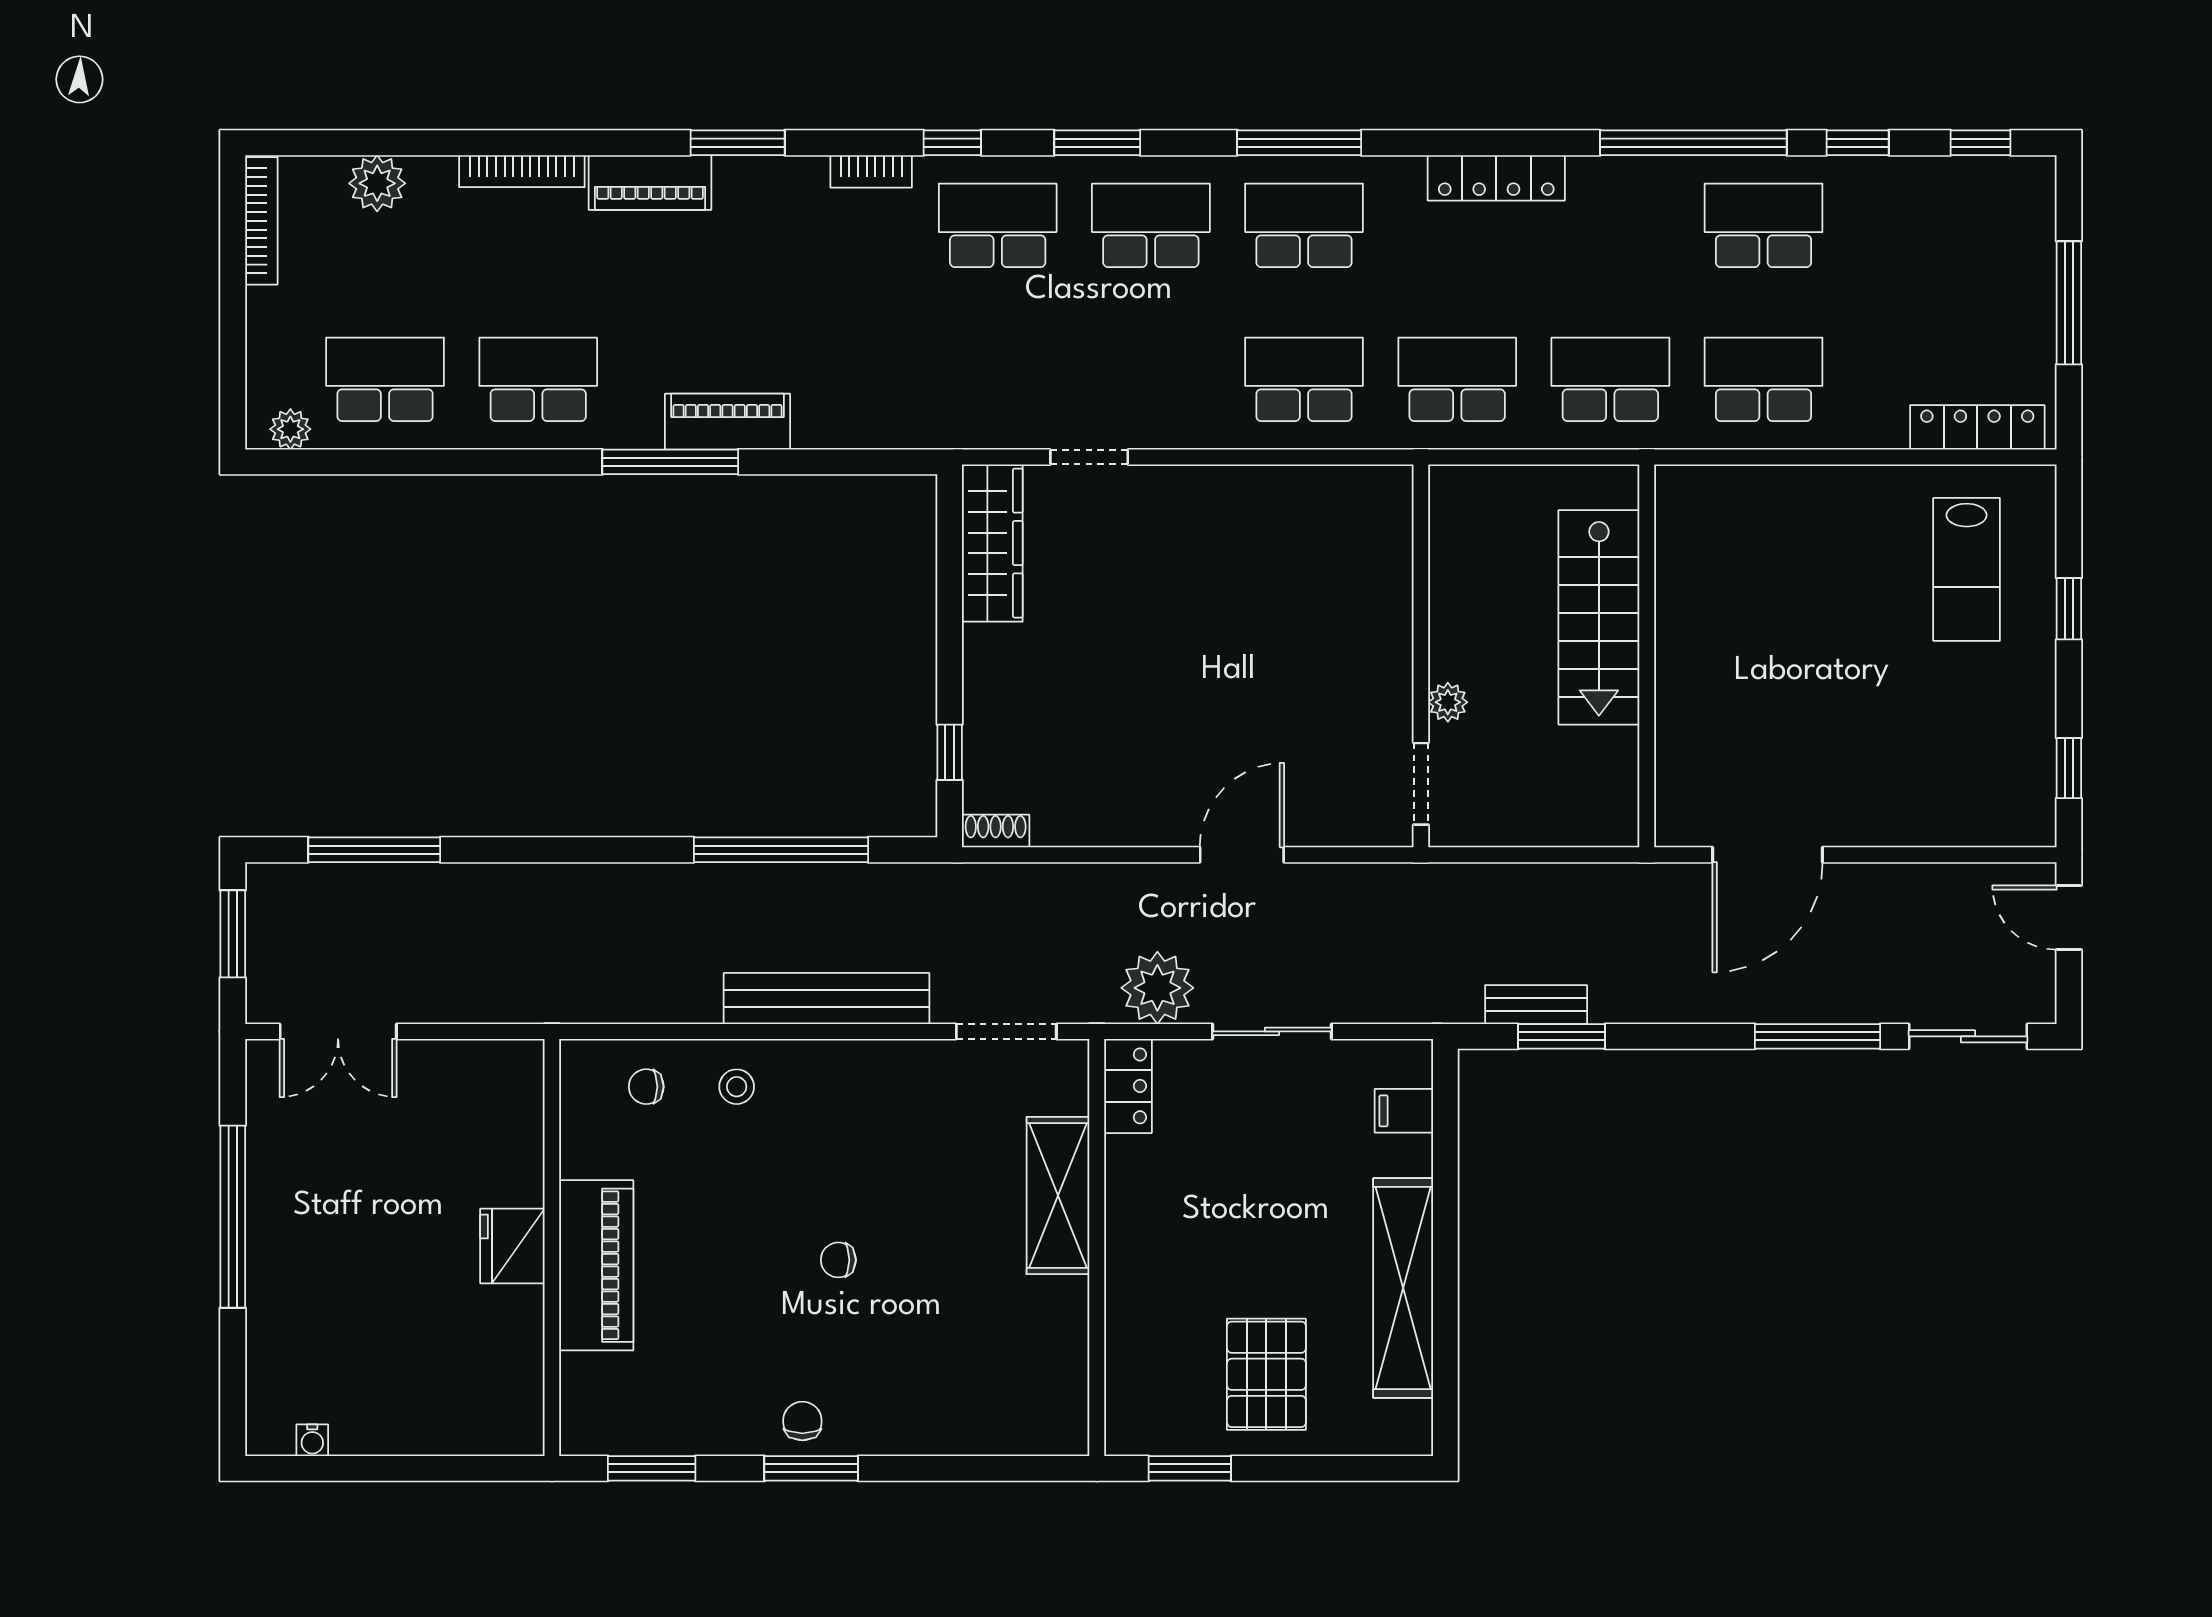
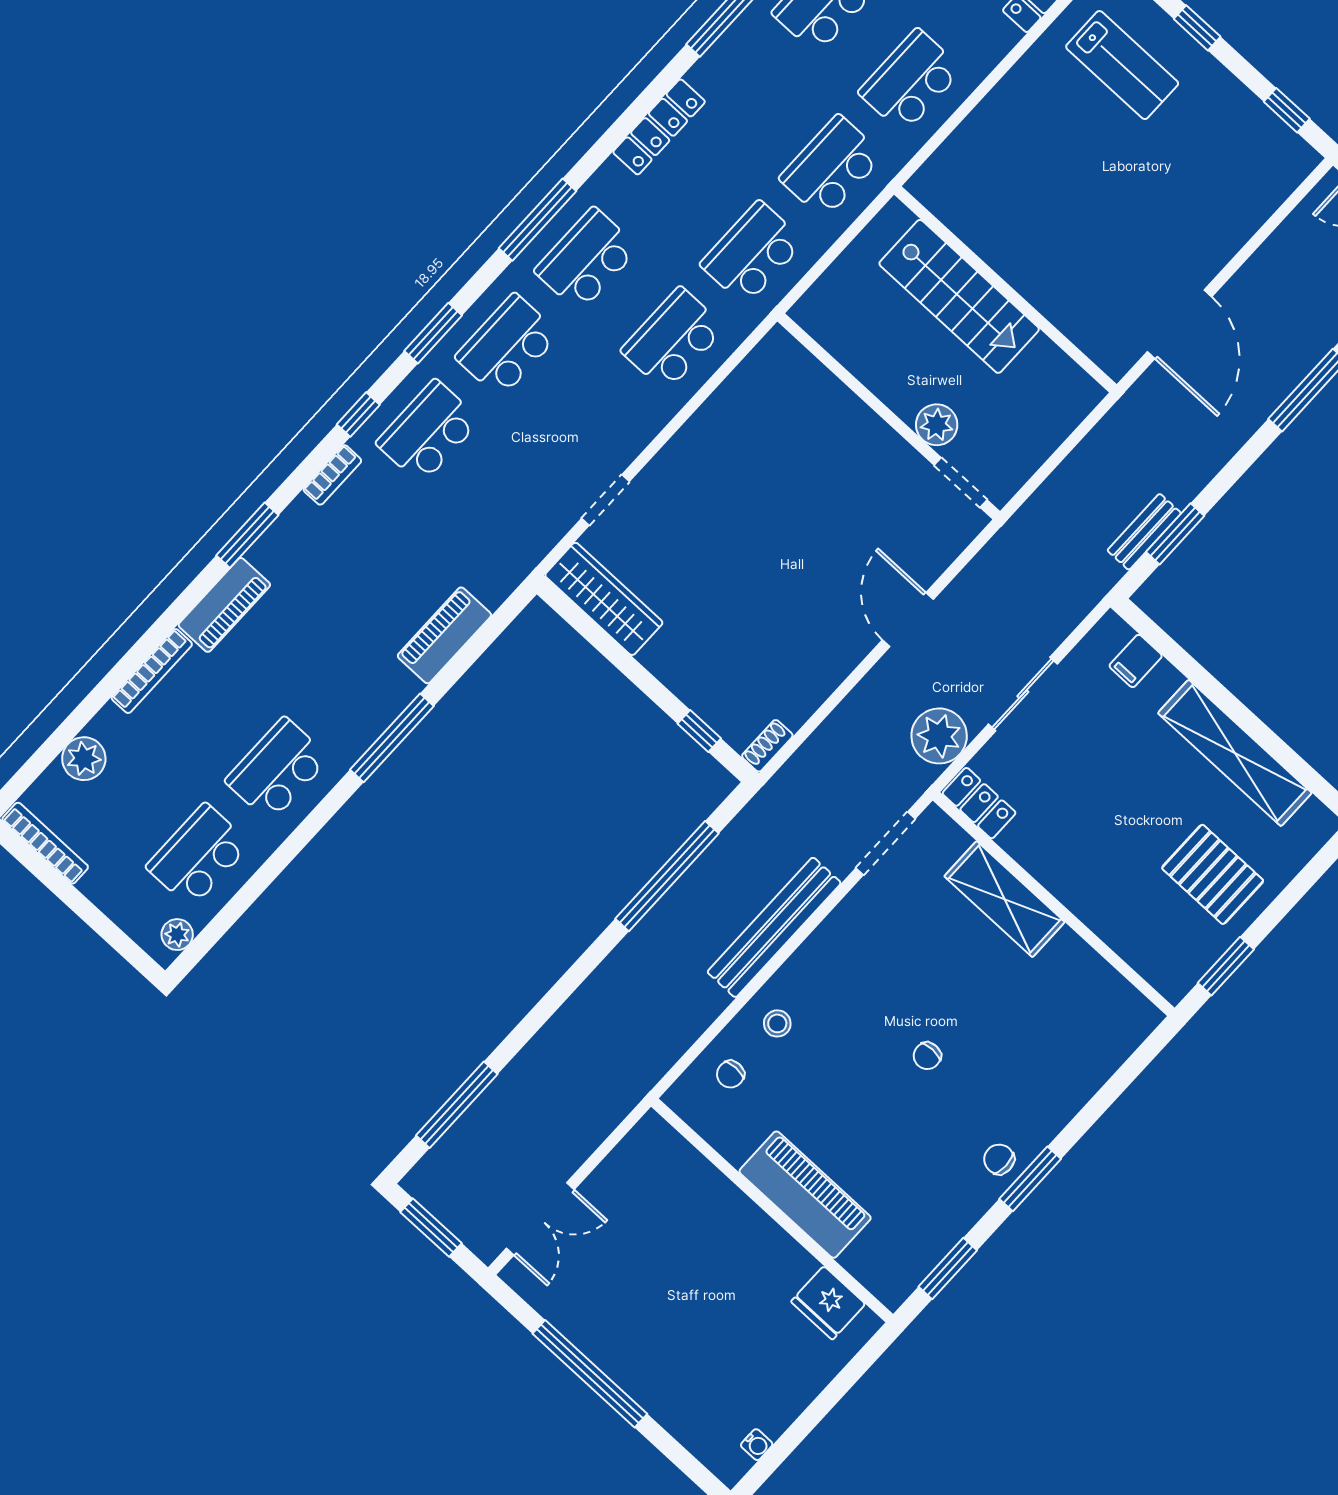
piano: (728, 422) -> (444, 635), moved
plant: (1448, 702) -> (937, 425), width x1.38, depth x1.38
fridge: (512, 1246) -> (828, 1303), moved

